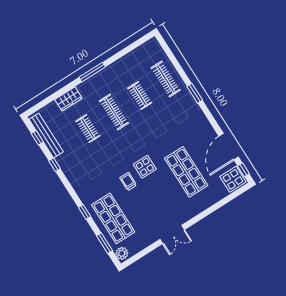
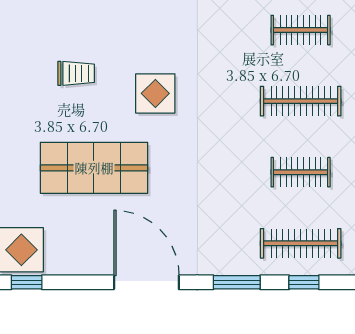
window: (179, 69) -> (304, 282), added
door: (229, 147) -> (146, 282), moved
trolley: (128, 182) -> (76, 73), moved

